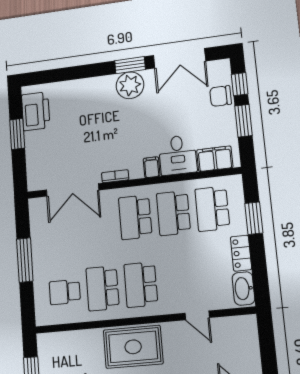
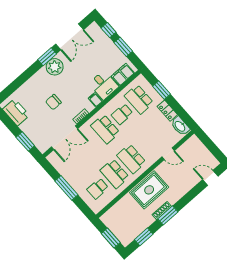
chair: (221, 96) -> (53, 102), moved
window: (17, 134) -> (25, 141), moved
school desk: (173, 213) -> (122, 114), width x0.54

